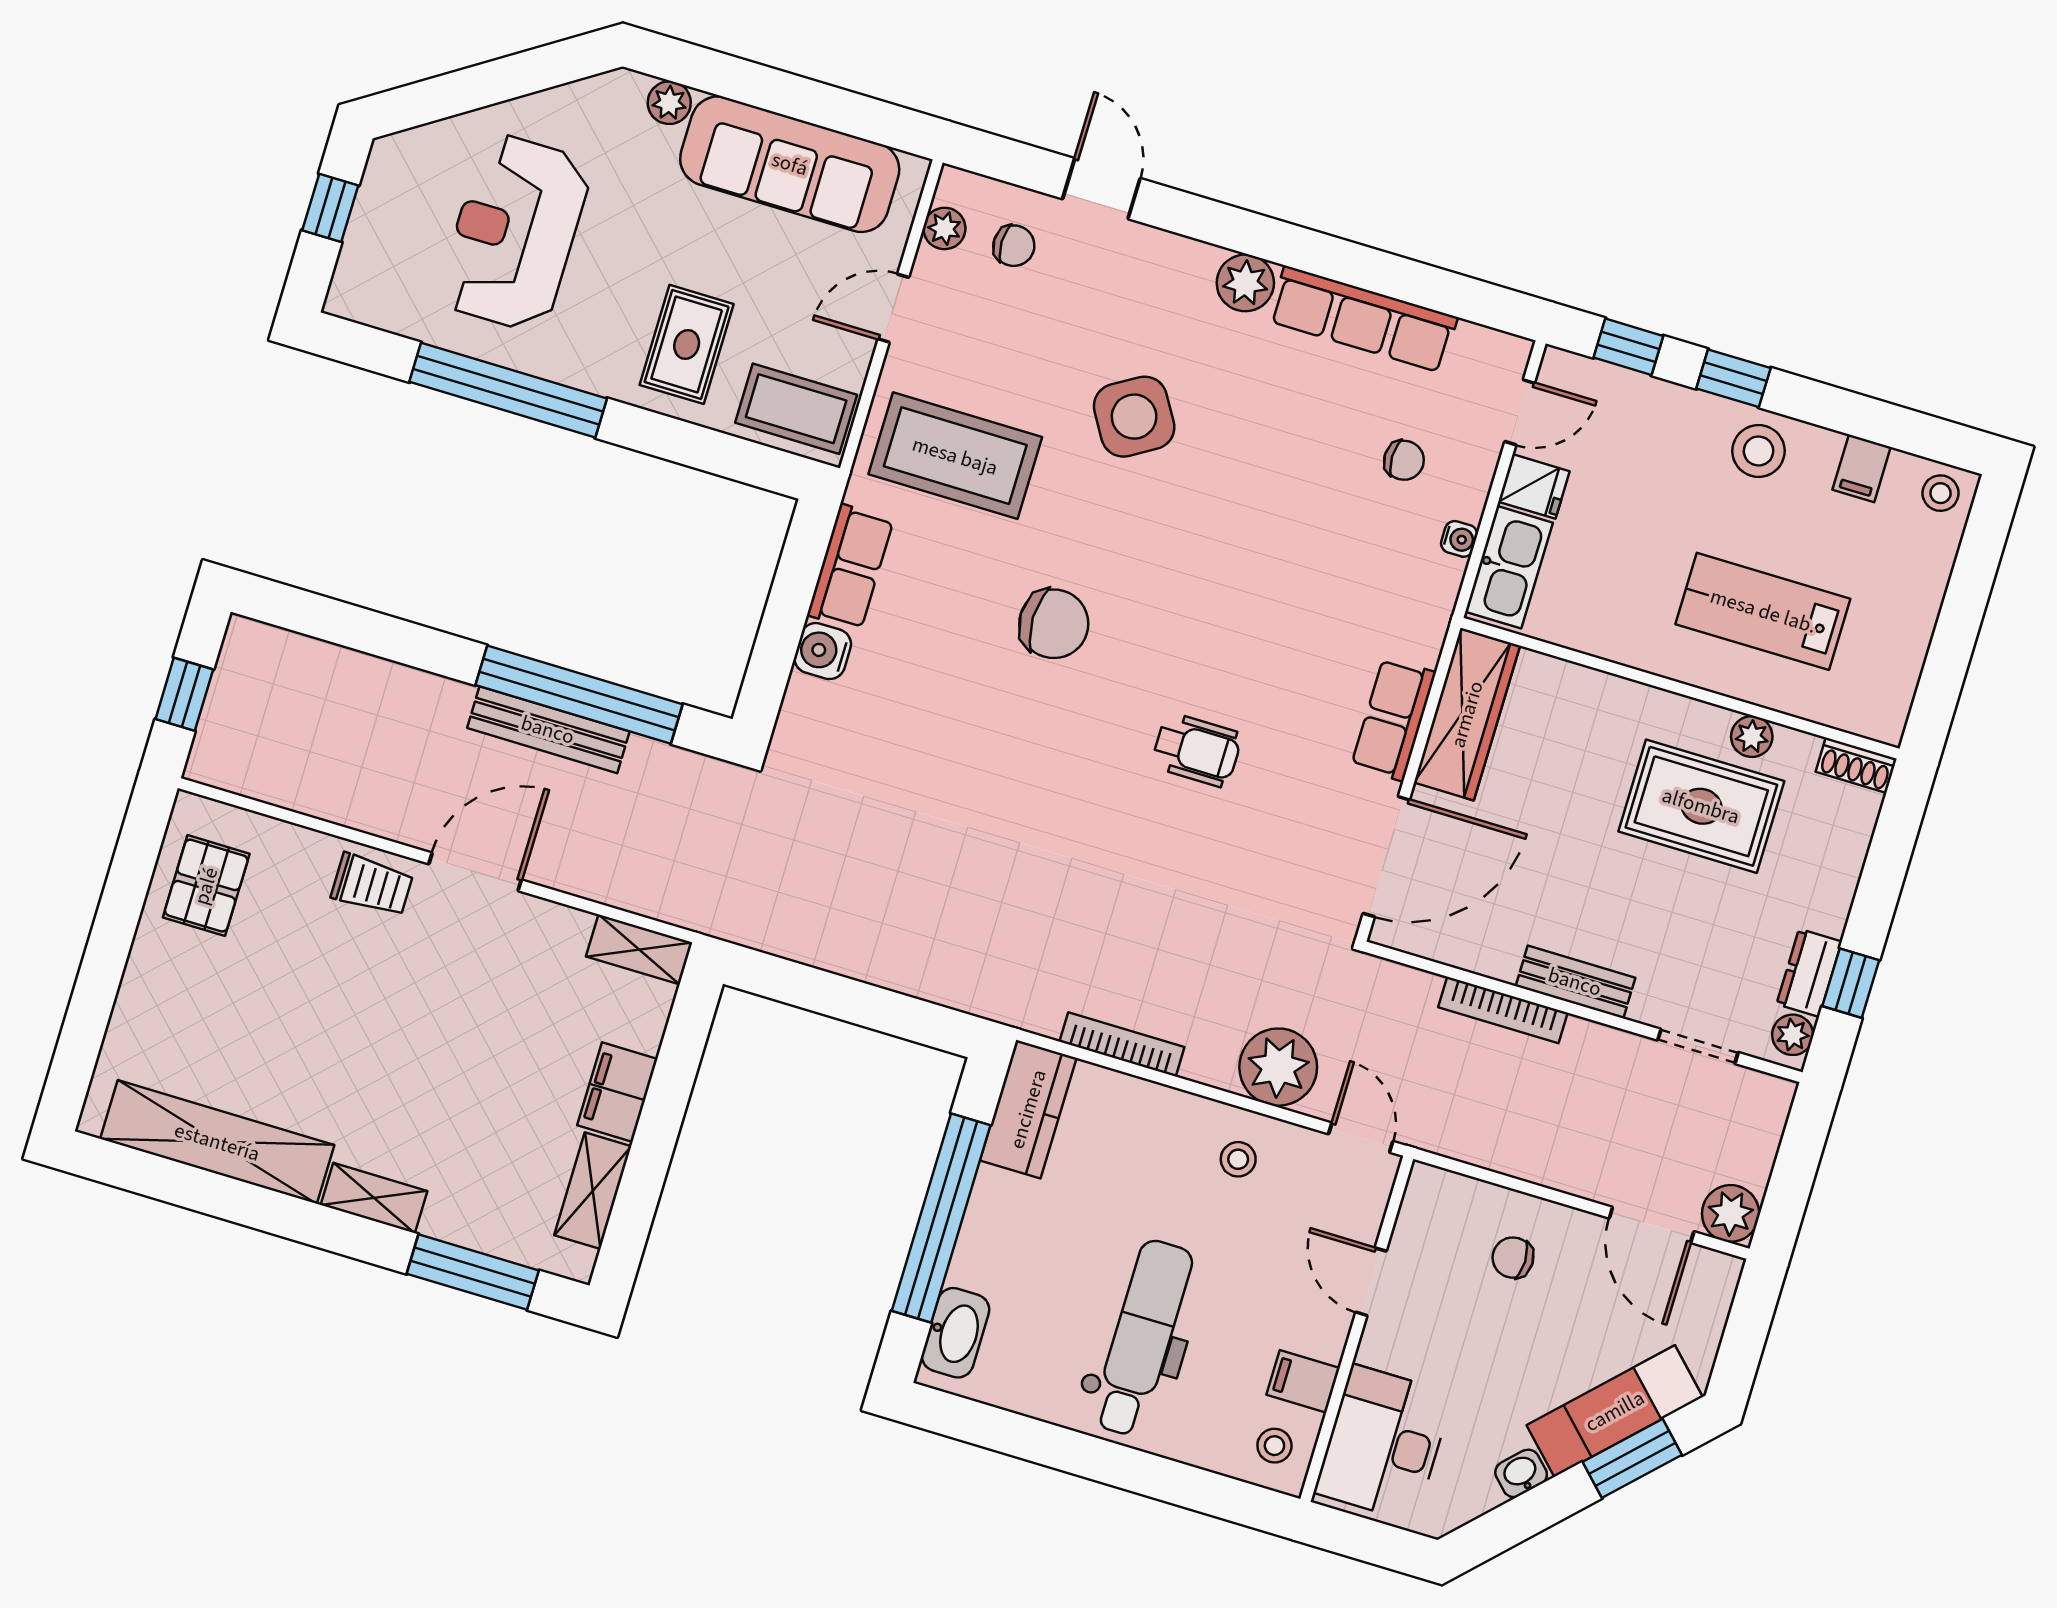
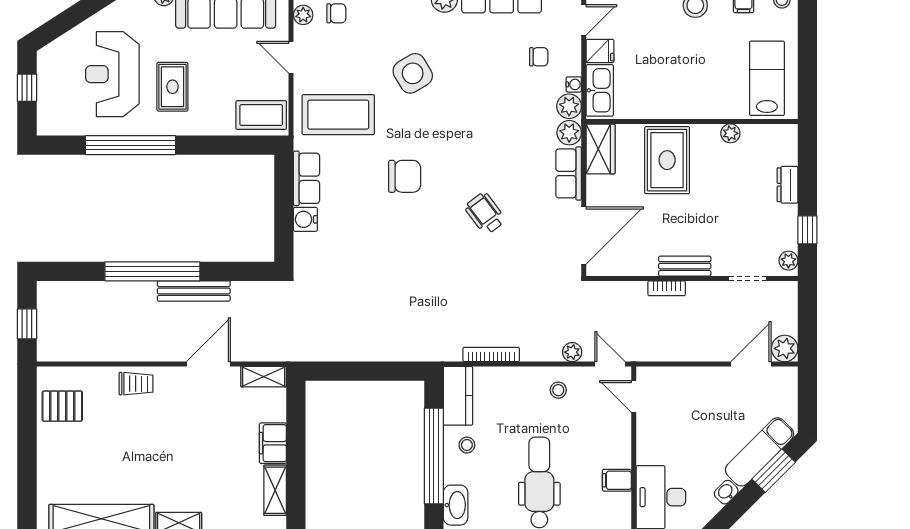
door: (893, 308) -> (291, 57), hinge flipped
rug: (687, 344) -> (172, 87), moved
plant: (1436, 581) -> (569, 106), added
lab bench: (1763, 611) -> (767, 78), moved, turned 90
plant: (1420, 636) -> (569, 133), added
window: (579, 695) -> (152, 271), moved
wardrobe: (1467, 714) -> (601, 149), width x0.67
wheelchair: (1197, 750) -> (485, 213), turned -127
shoe rack: (1856, 765) -> (781, 132), removed
rug: (1701, 806) -> (667, 160), moved, turned 90
door: (475, 872) -> (208, 364), moved
pallet: (206, 886) -> (62, 406), turned 90
dresser: (1809, 973) -> (788, 185), moved
bookcase: (1503, 1010) -> (667, 288), width x0.64
plant: (1278, 1067) -> (572, 352), width x0.53, depth x0.53
door: (1652, 1225) -> (751, 364), swing flipped
chair: (1513, 1258) -> (694, 397), removed
door: (1371, 1282) -> (634, 396), moved
stool: (1274, 1446) -> (467, 445), moved

